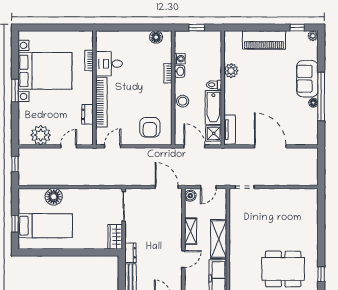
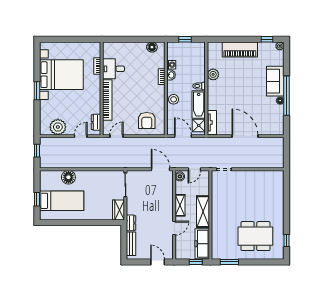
dresser: (88, 114) -> (96, 122), moved

